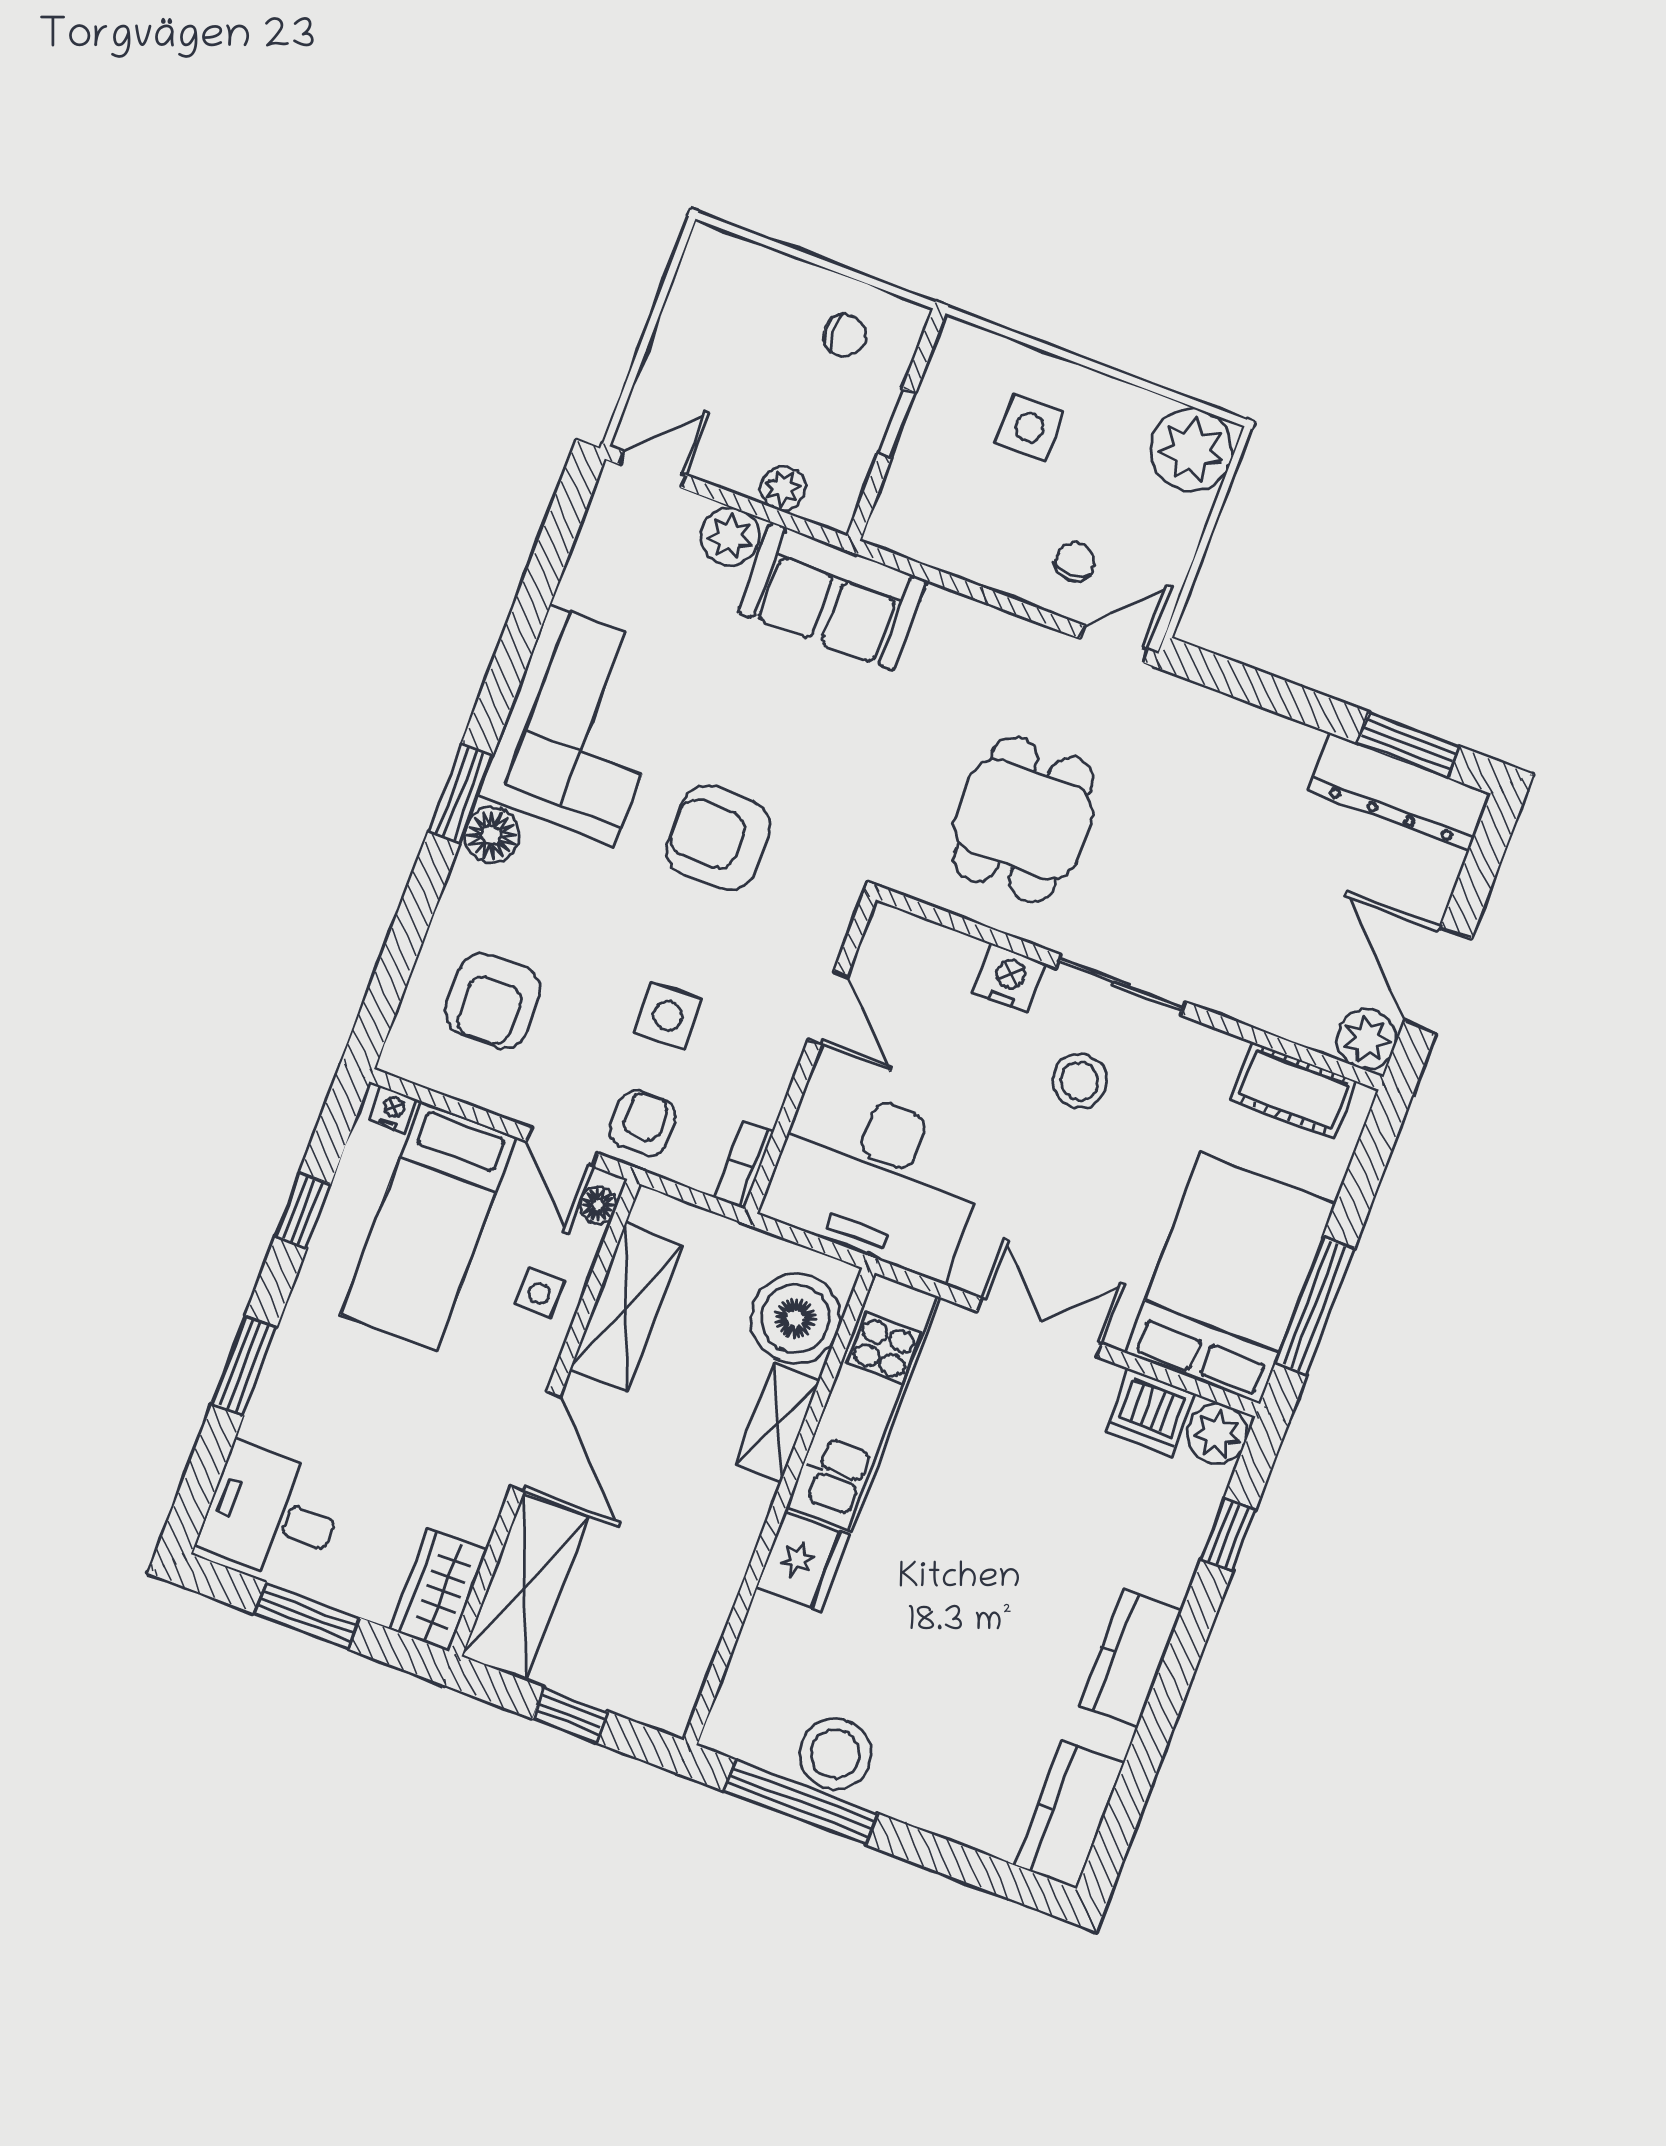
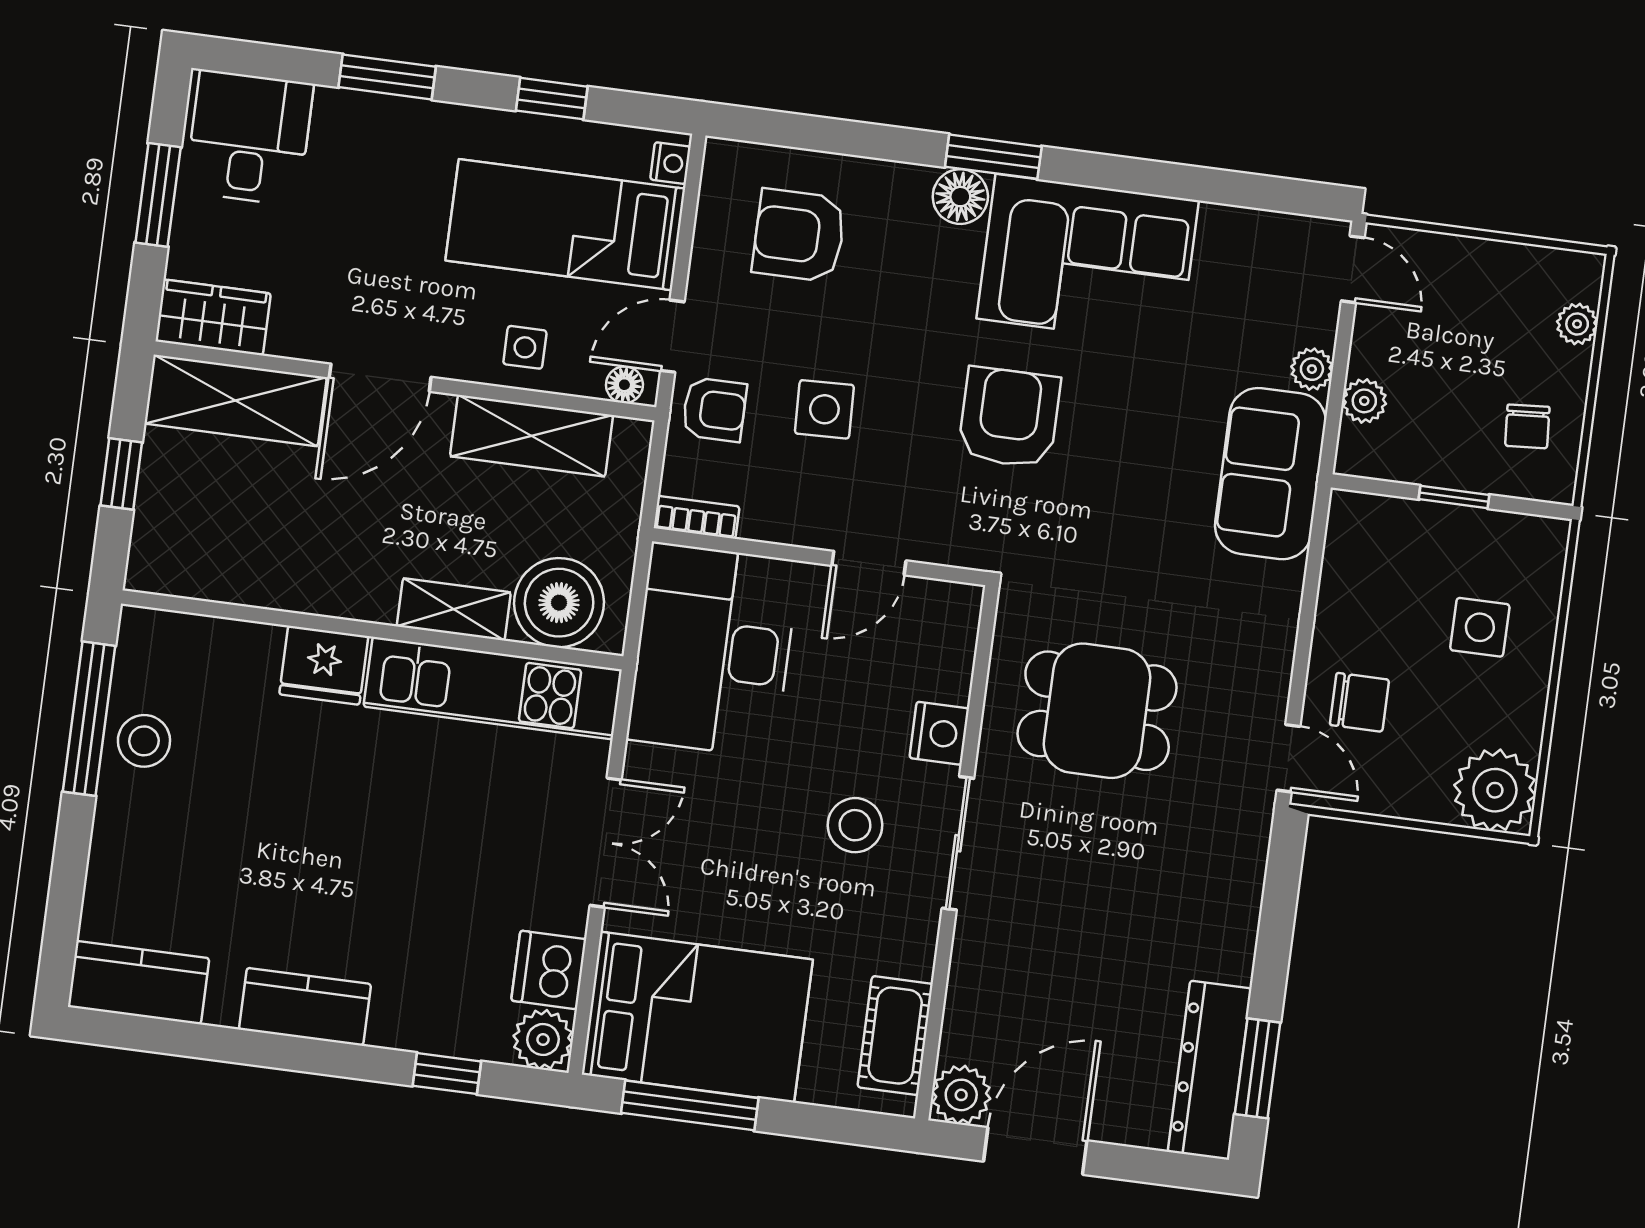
plant: (757, 264) -> (1577, 324), added
plant: (730, 537) -> (1312, 369), width x0.73, depth x0.73
chair: (1075, 562) -> (1359, 702), width x1.37, depth x1.37
stool: (835, 1754) -> (144, 741), width x0.73, depth x0.73

